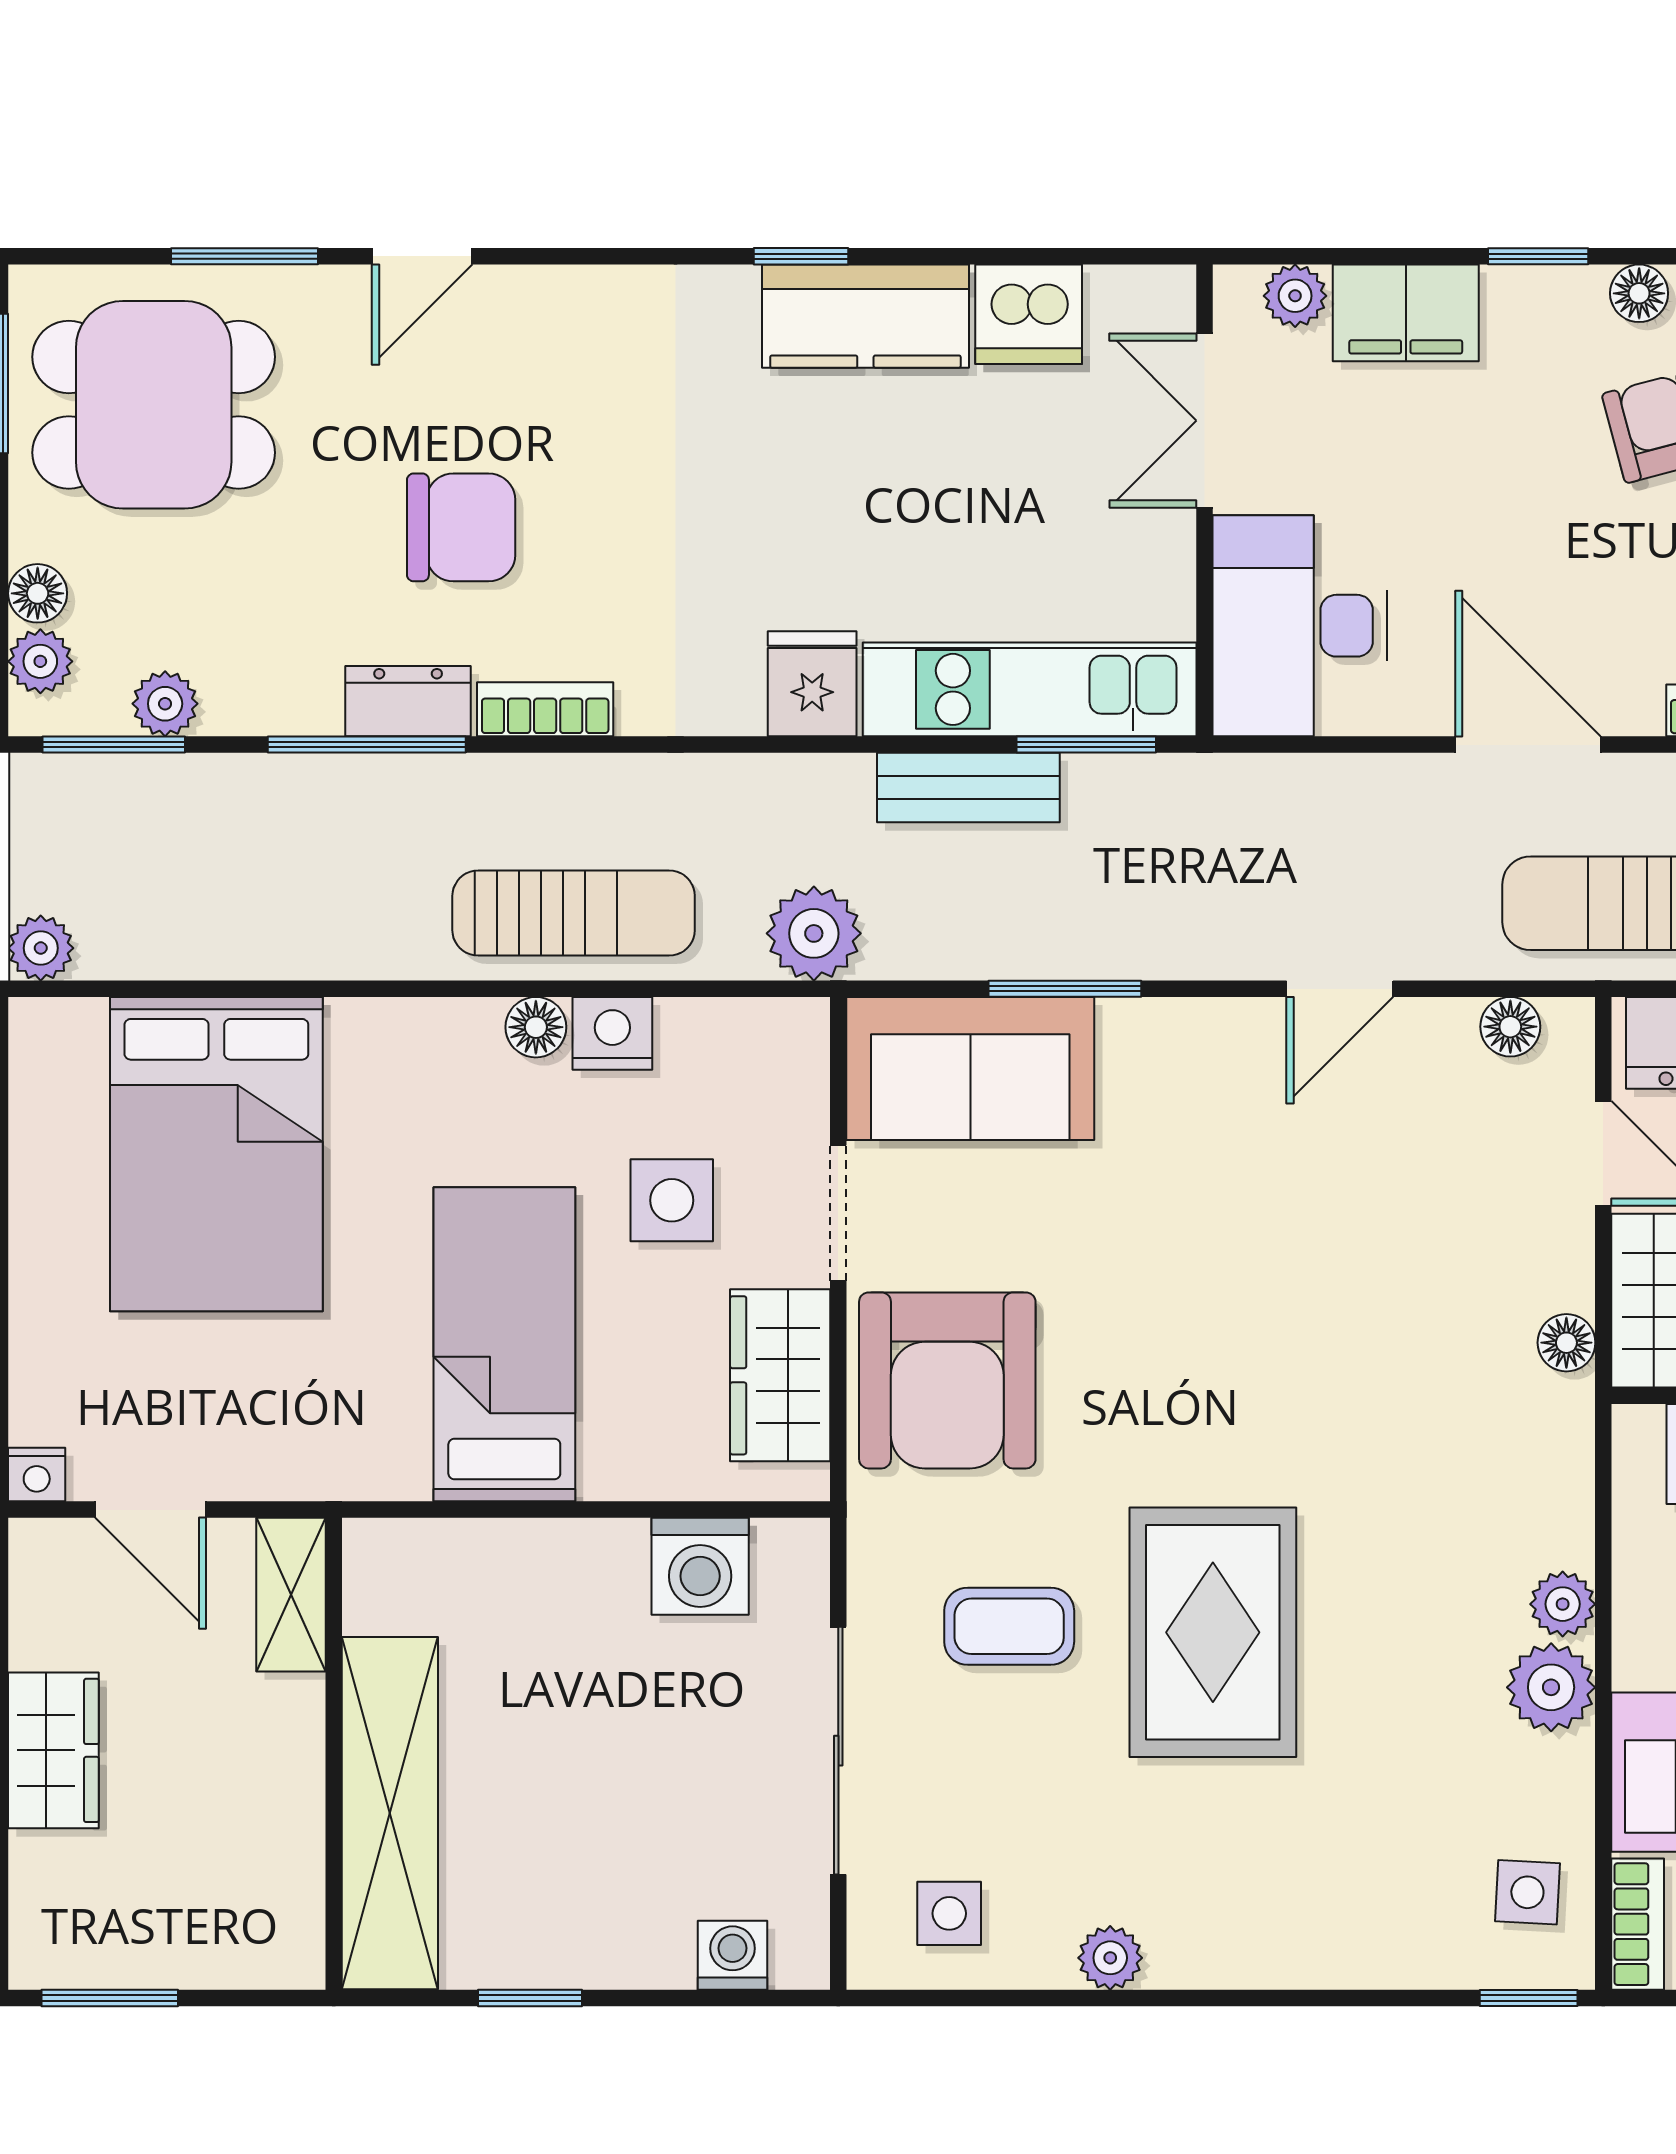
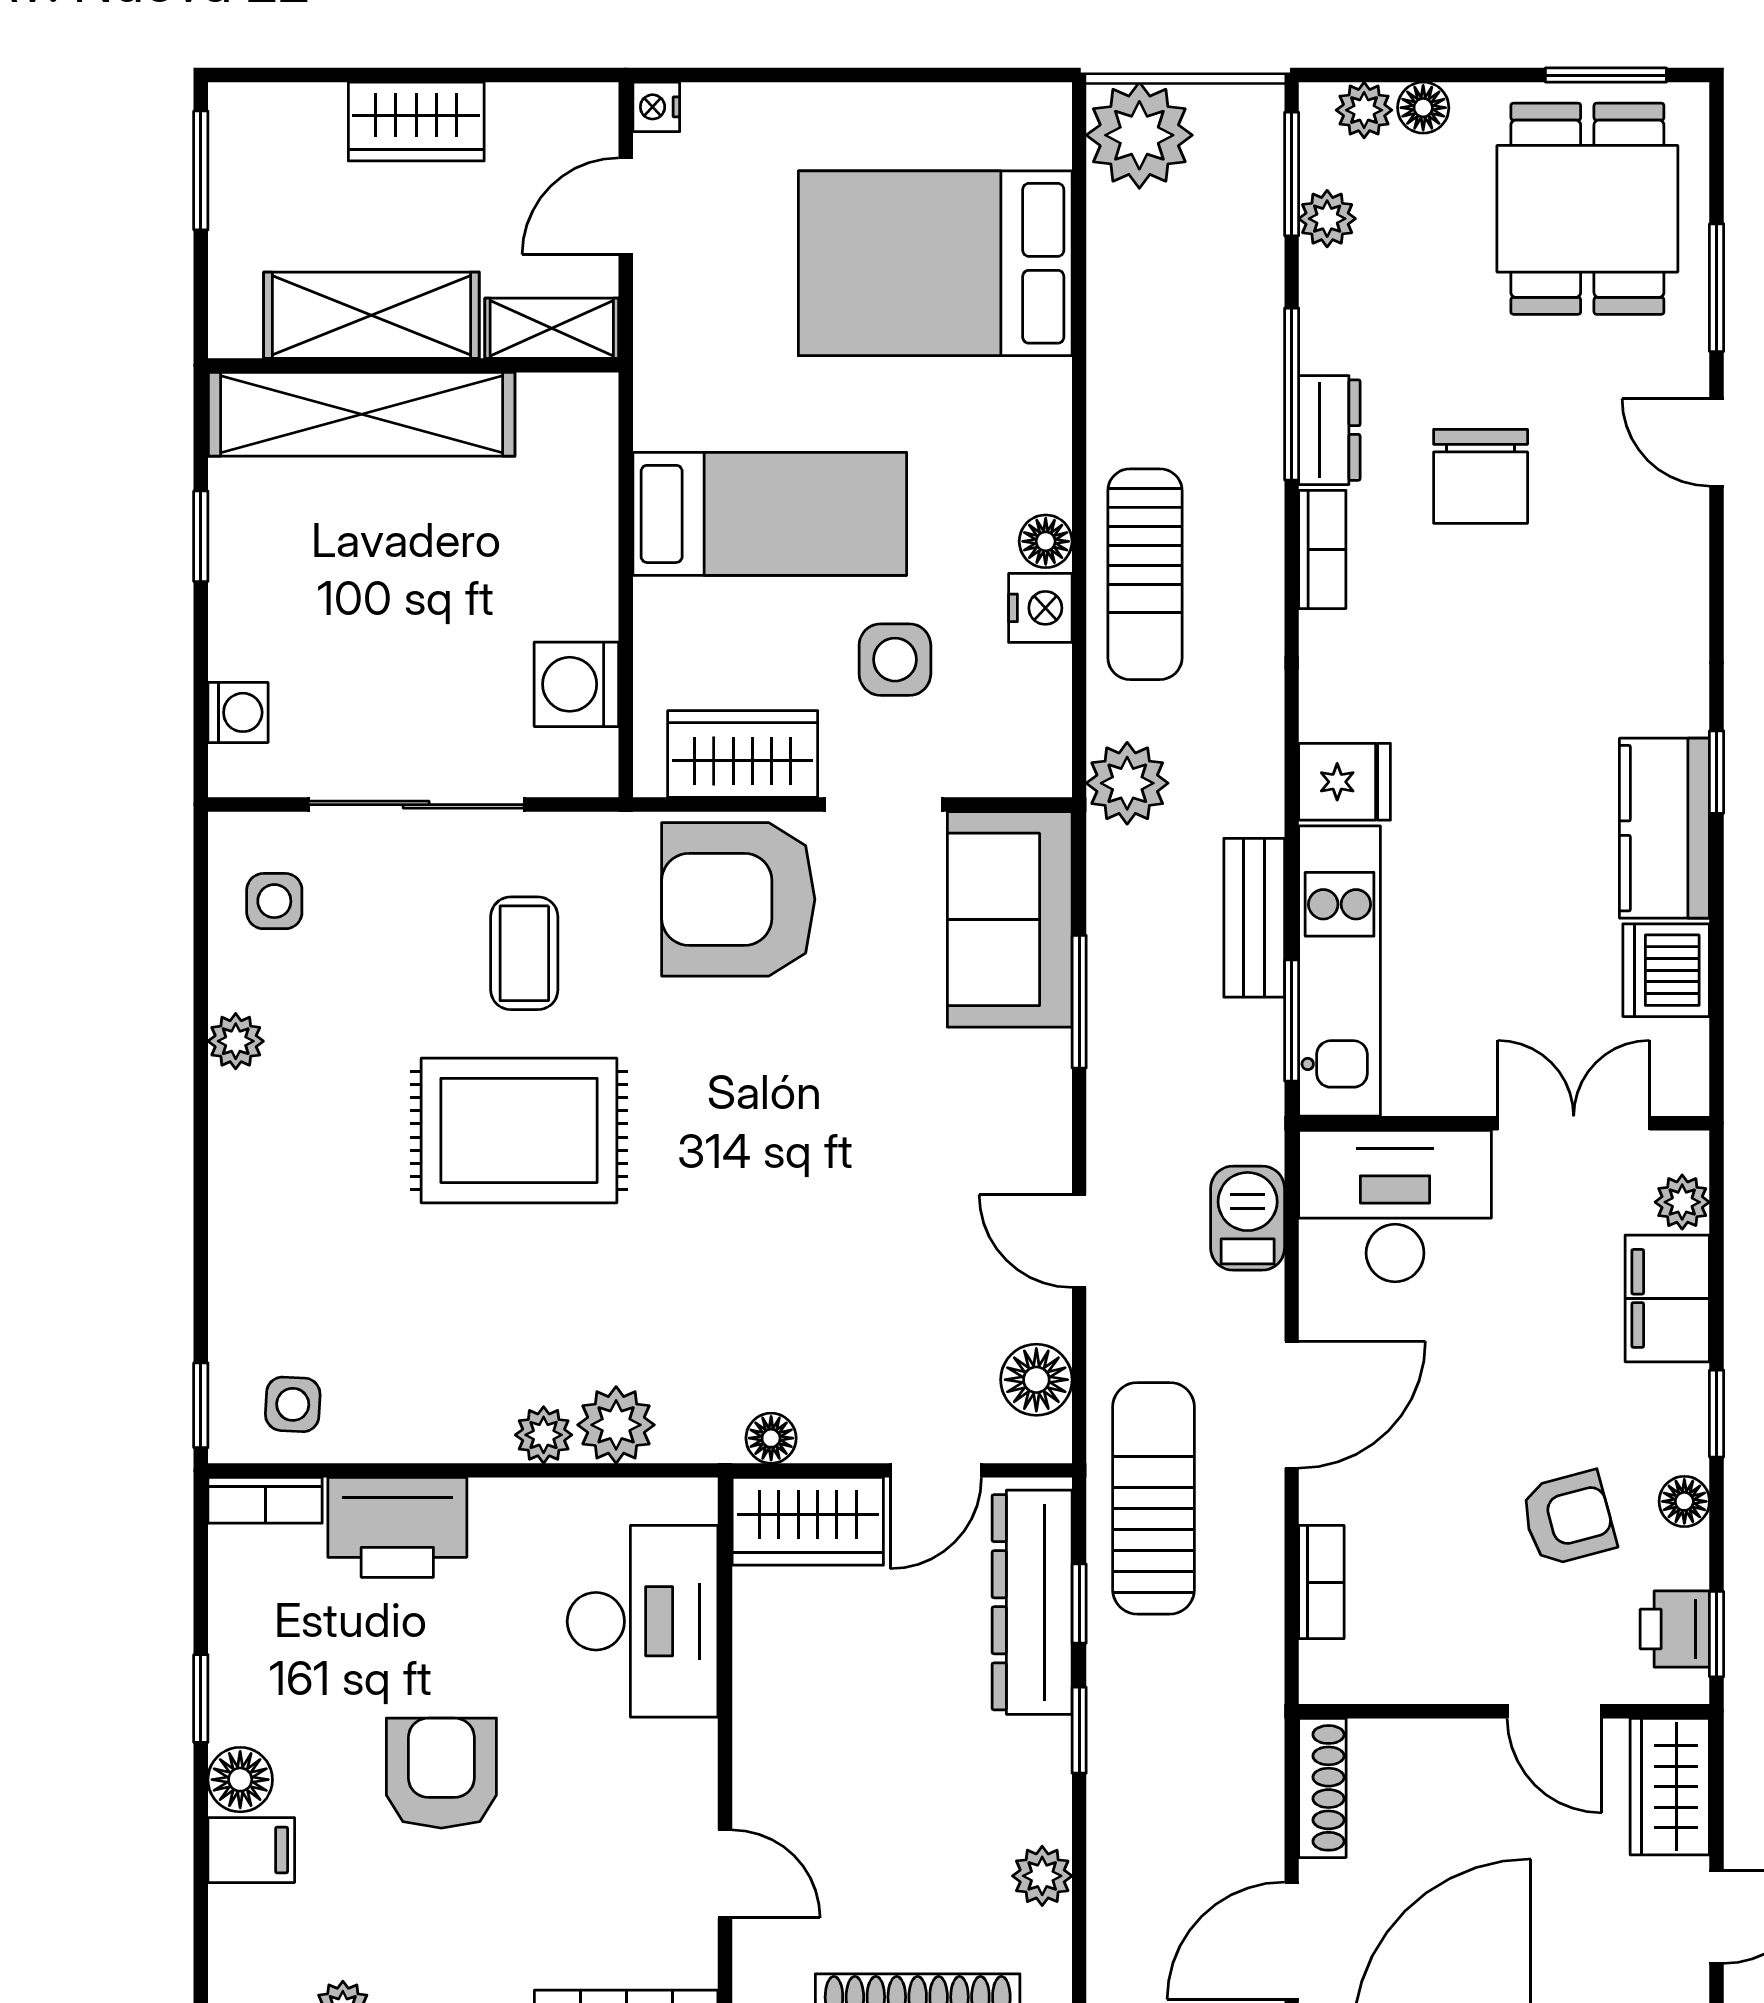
barbecue: (1314, 795) -> (1248, 1218), added
plant: (41, 948) -> (1139, 135), width x1.88, depth x1.88
floor lamp: (1510, 1027) -> (1036, 1380), width x1.37, depth x1.37
plant: (1551, 1687) -> (616, 1425), moved
shelving: (276, 1802) -> (371, 315), added

